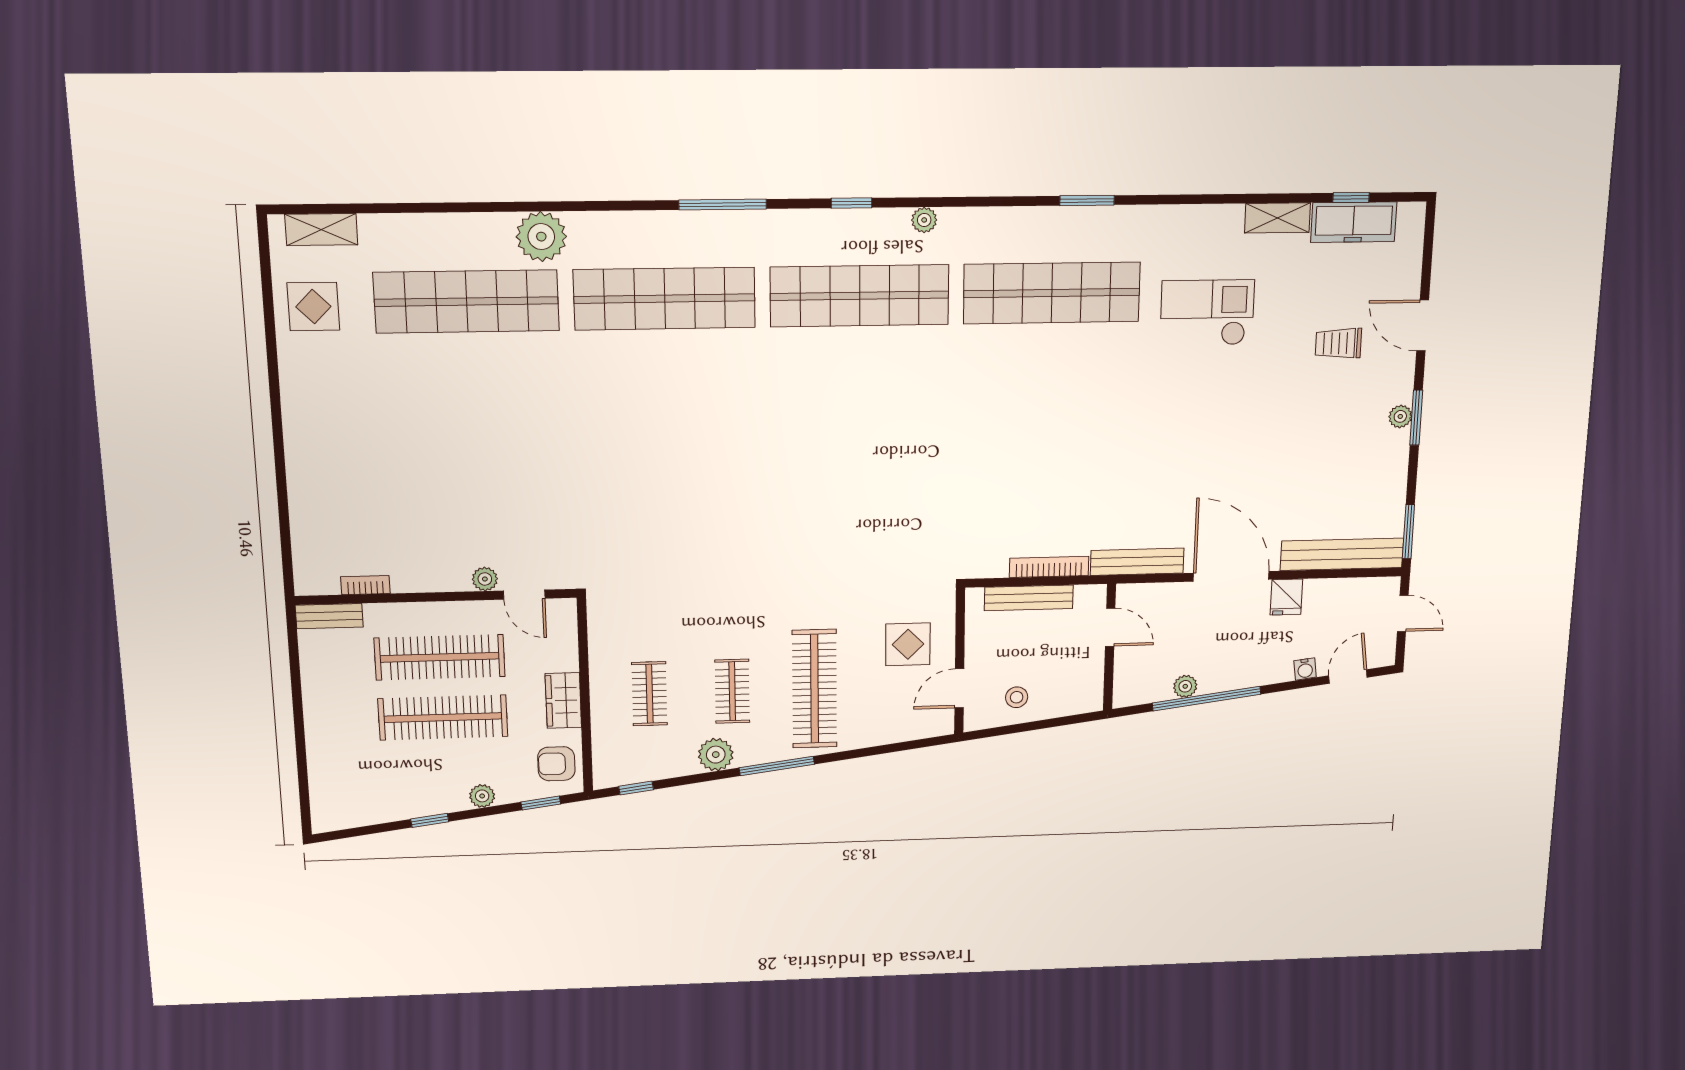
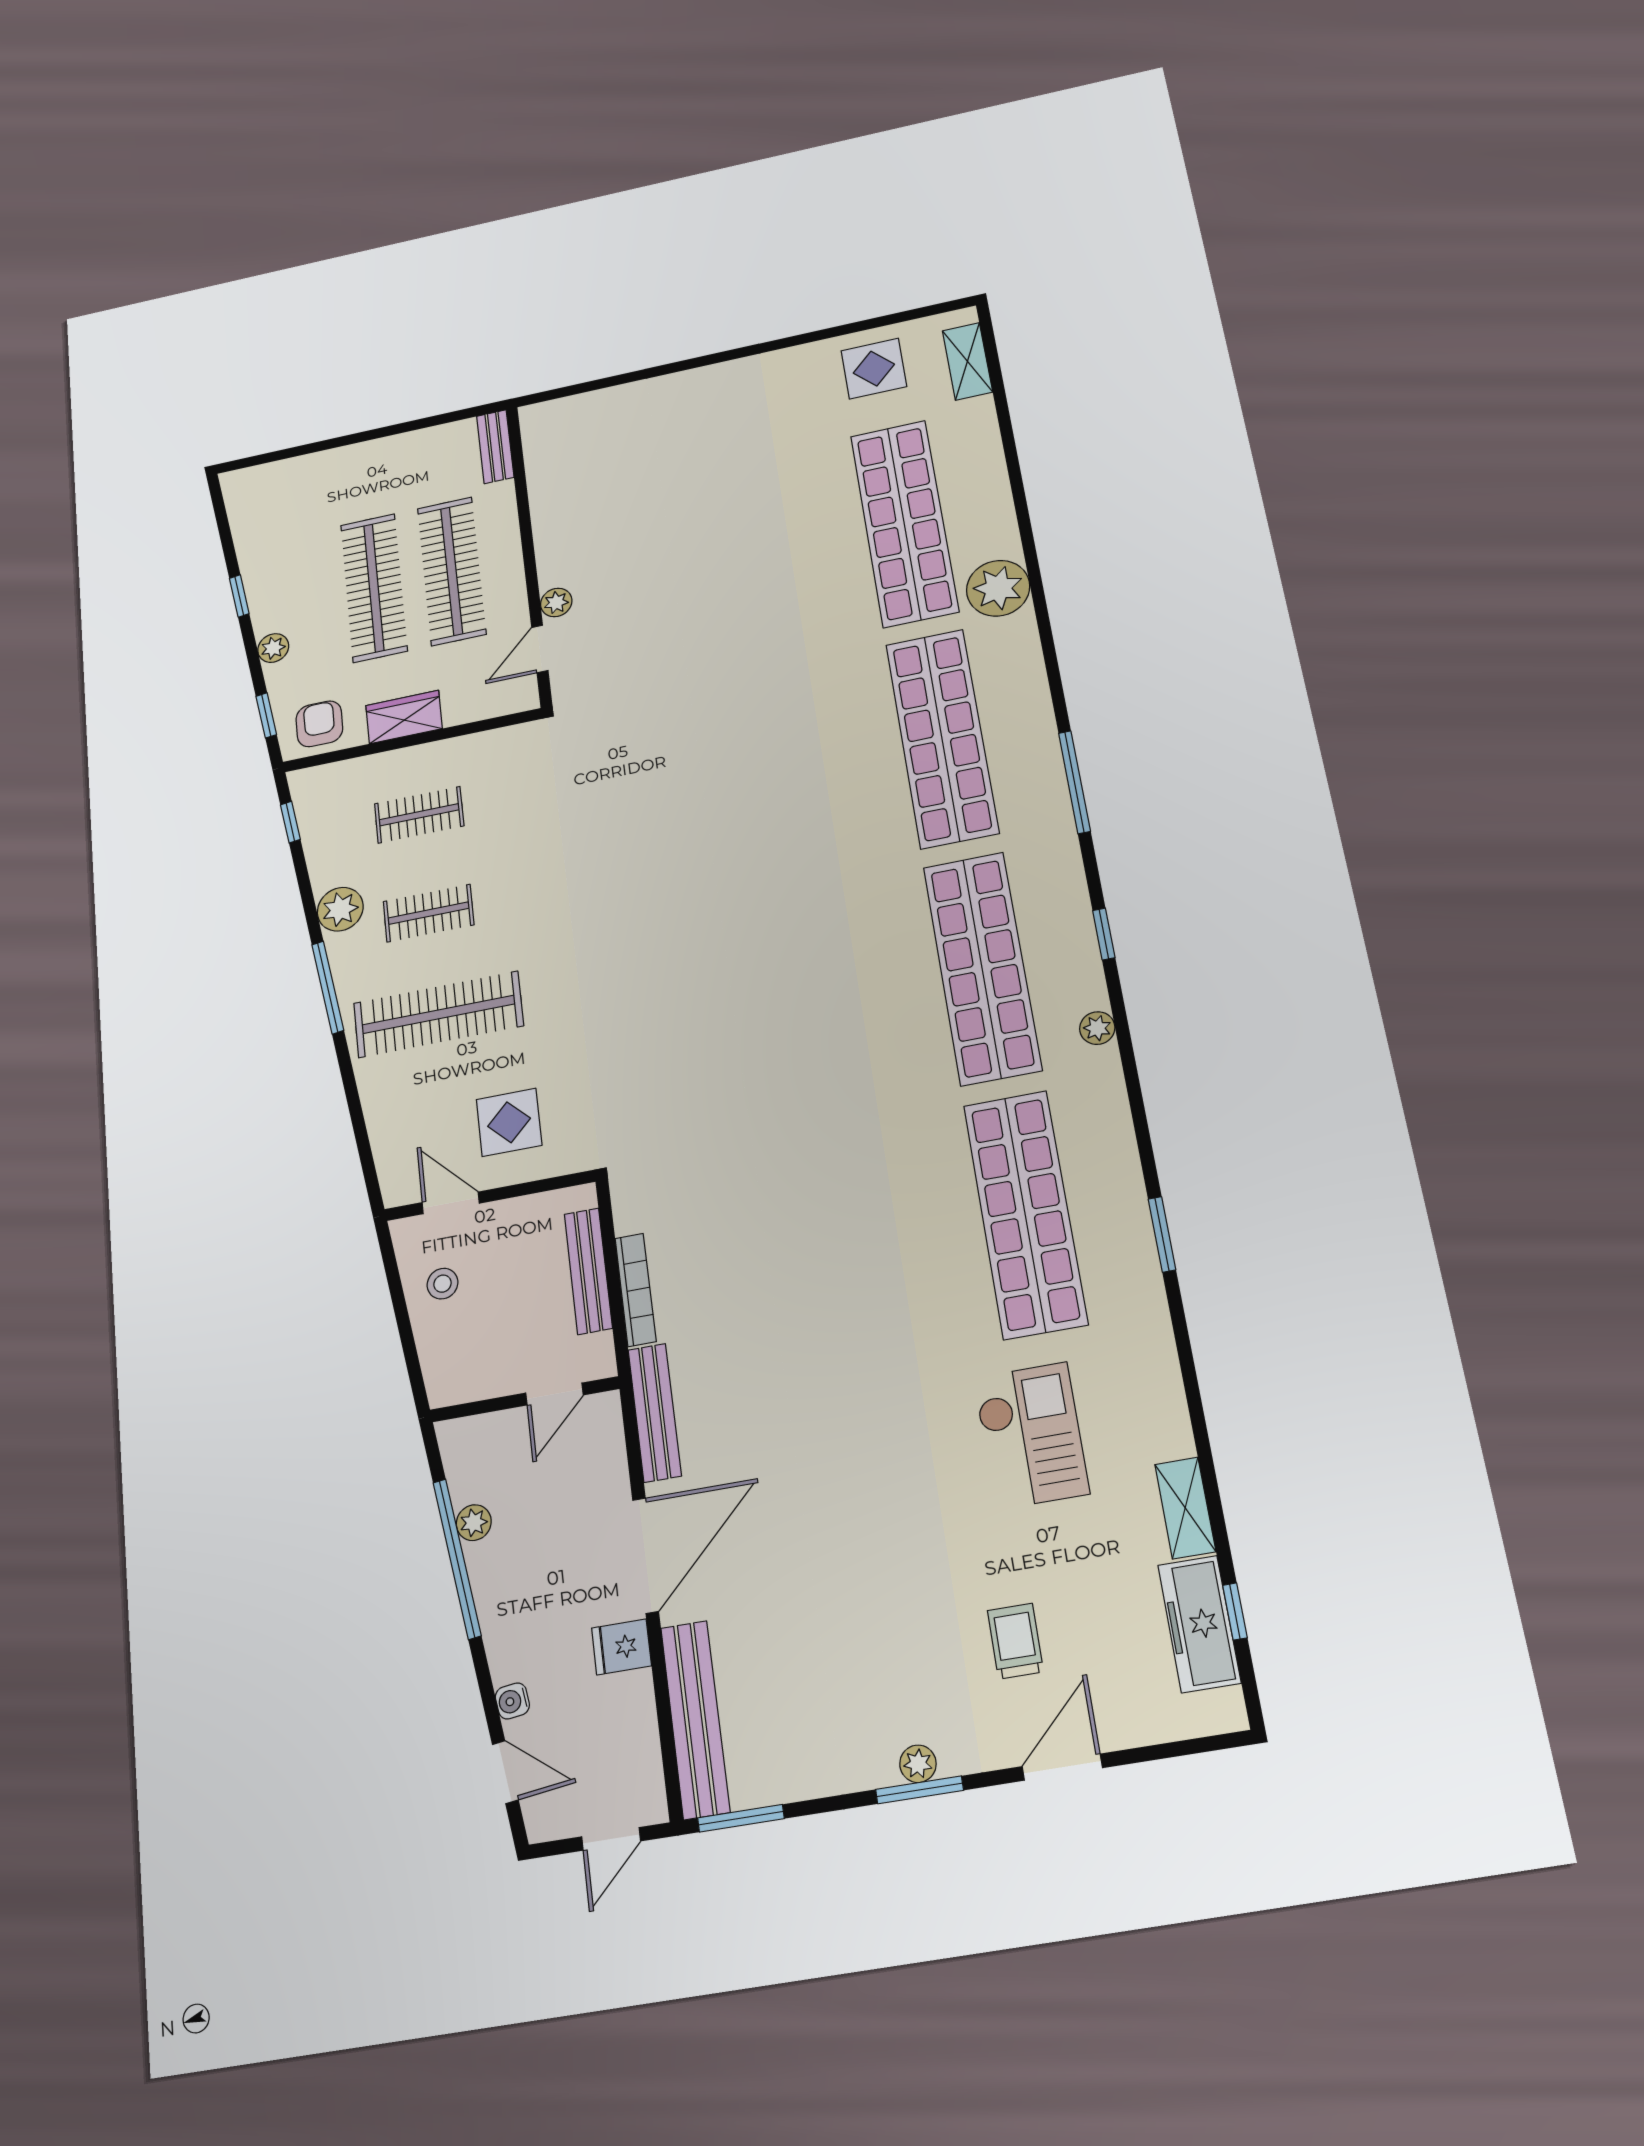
bookcase: (365, 585) -> (537, 477), removed

